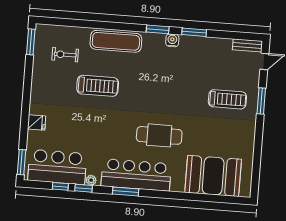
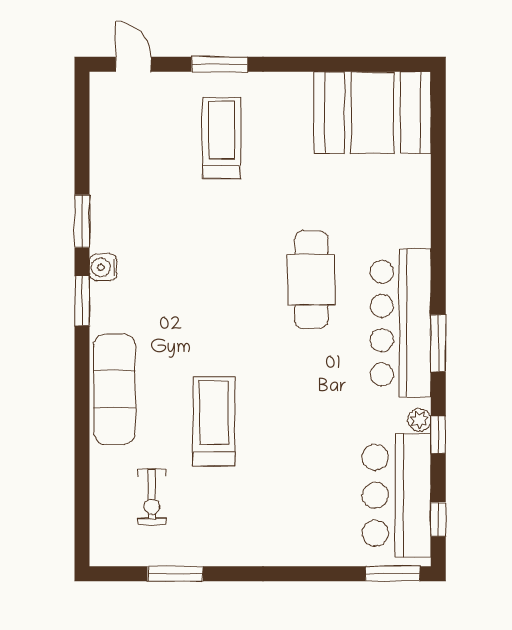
window: (31, 42) -> (175, 574), moved
bench: (247, 45) -> (101, 103), removed
fridge: (37, 122) -> (304, 548), removed
booth: (213, 176) -> (372, 113), moved, turned 90
window: (60, 186) -> (438, 519), moved

